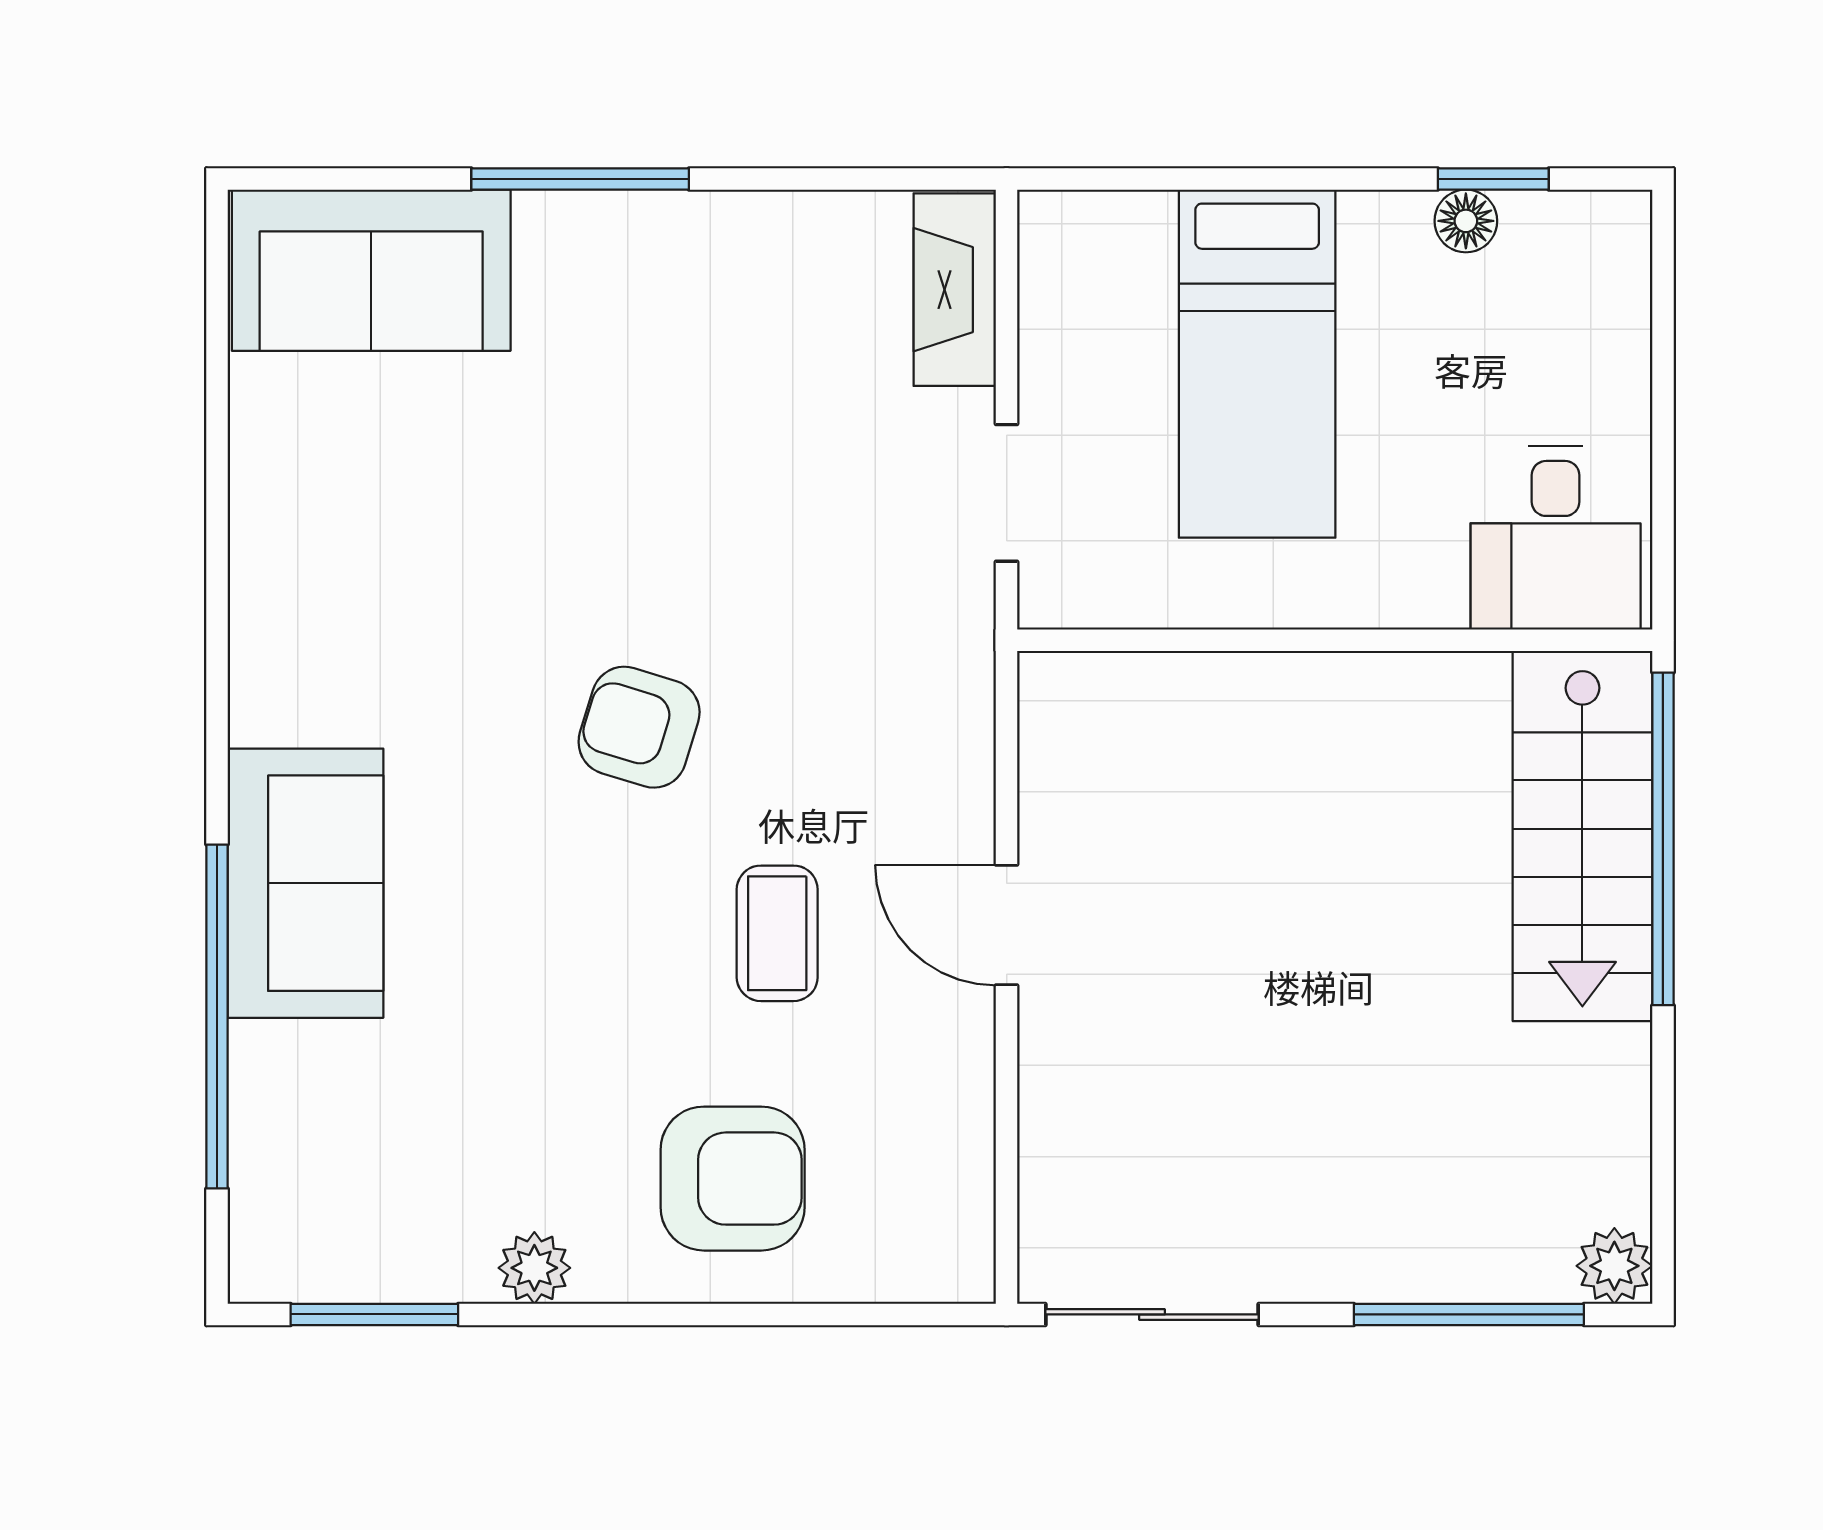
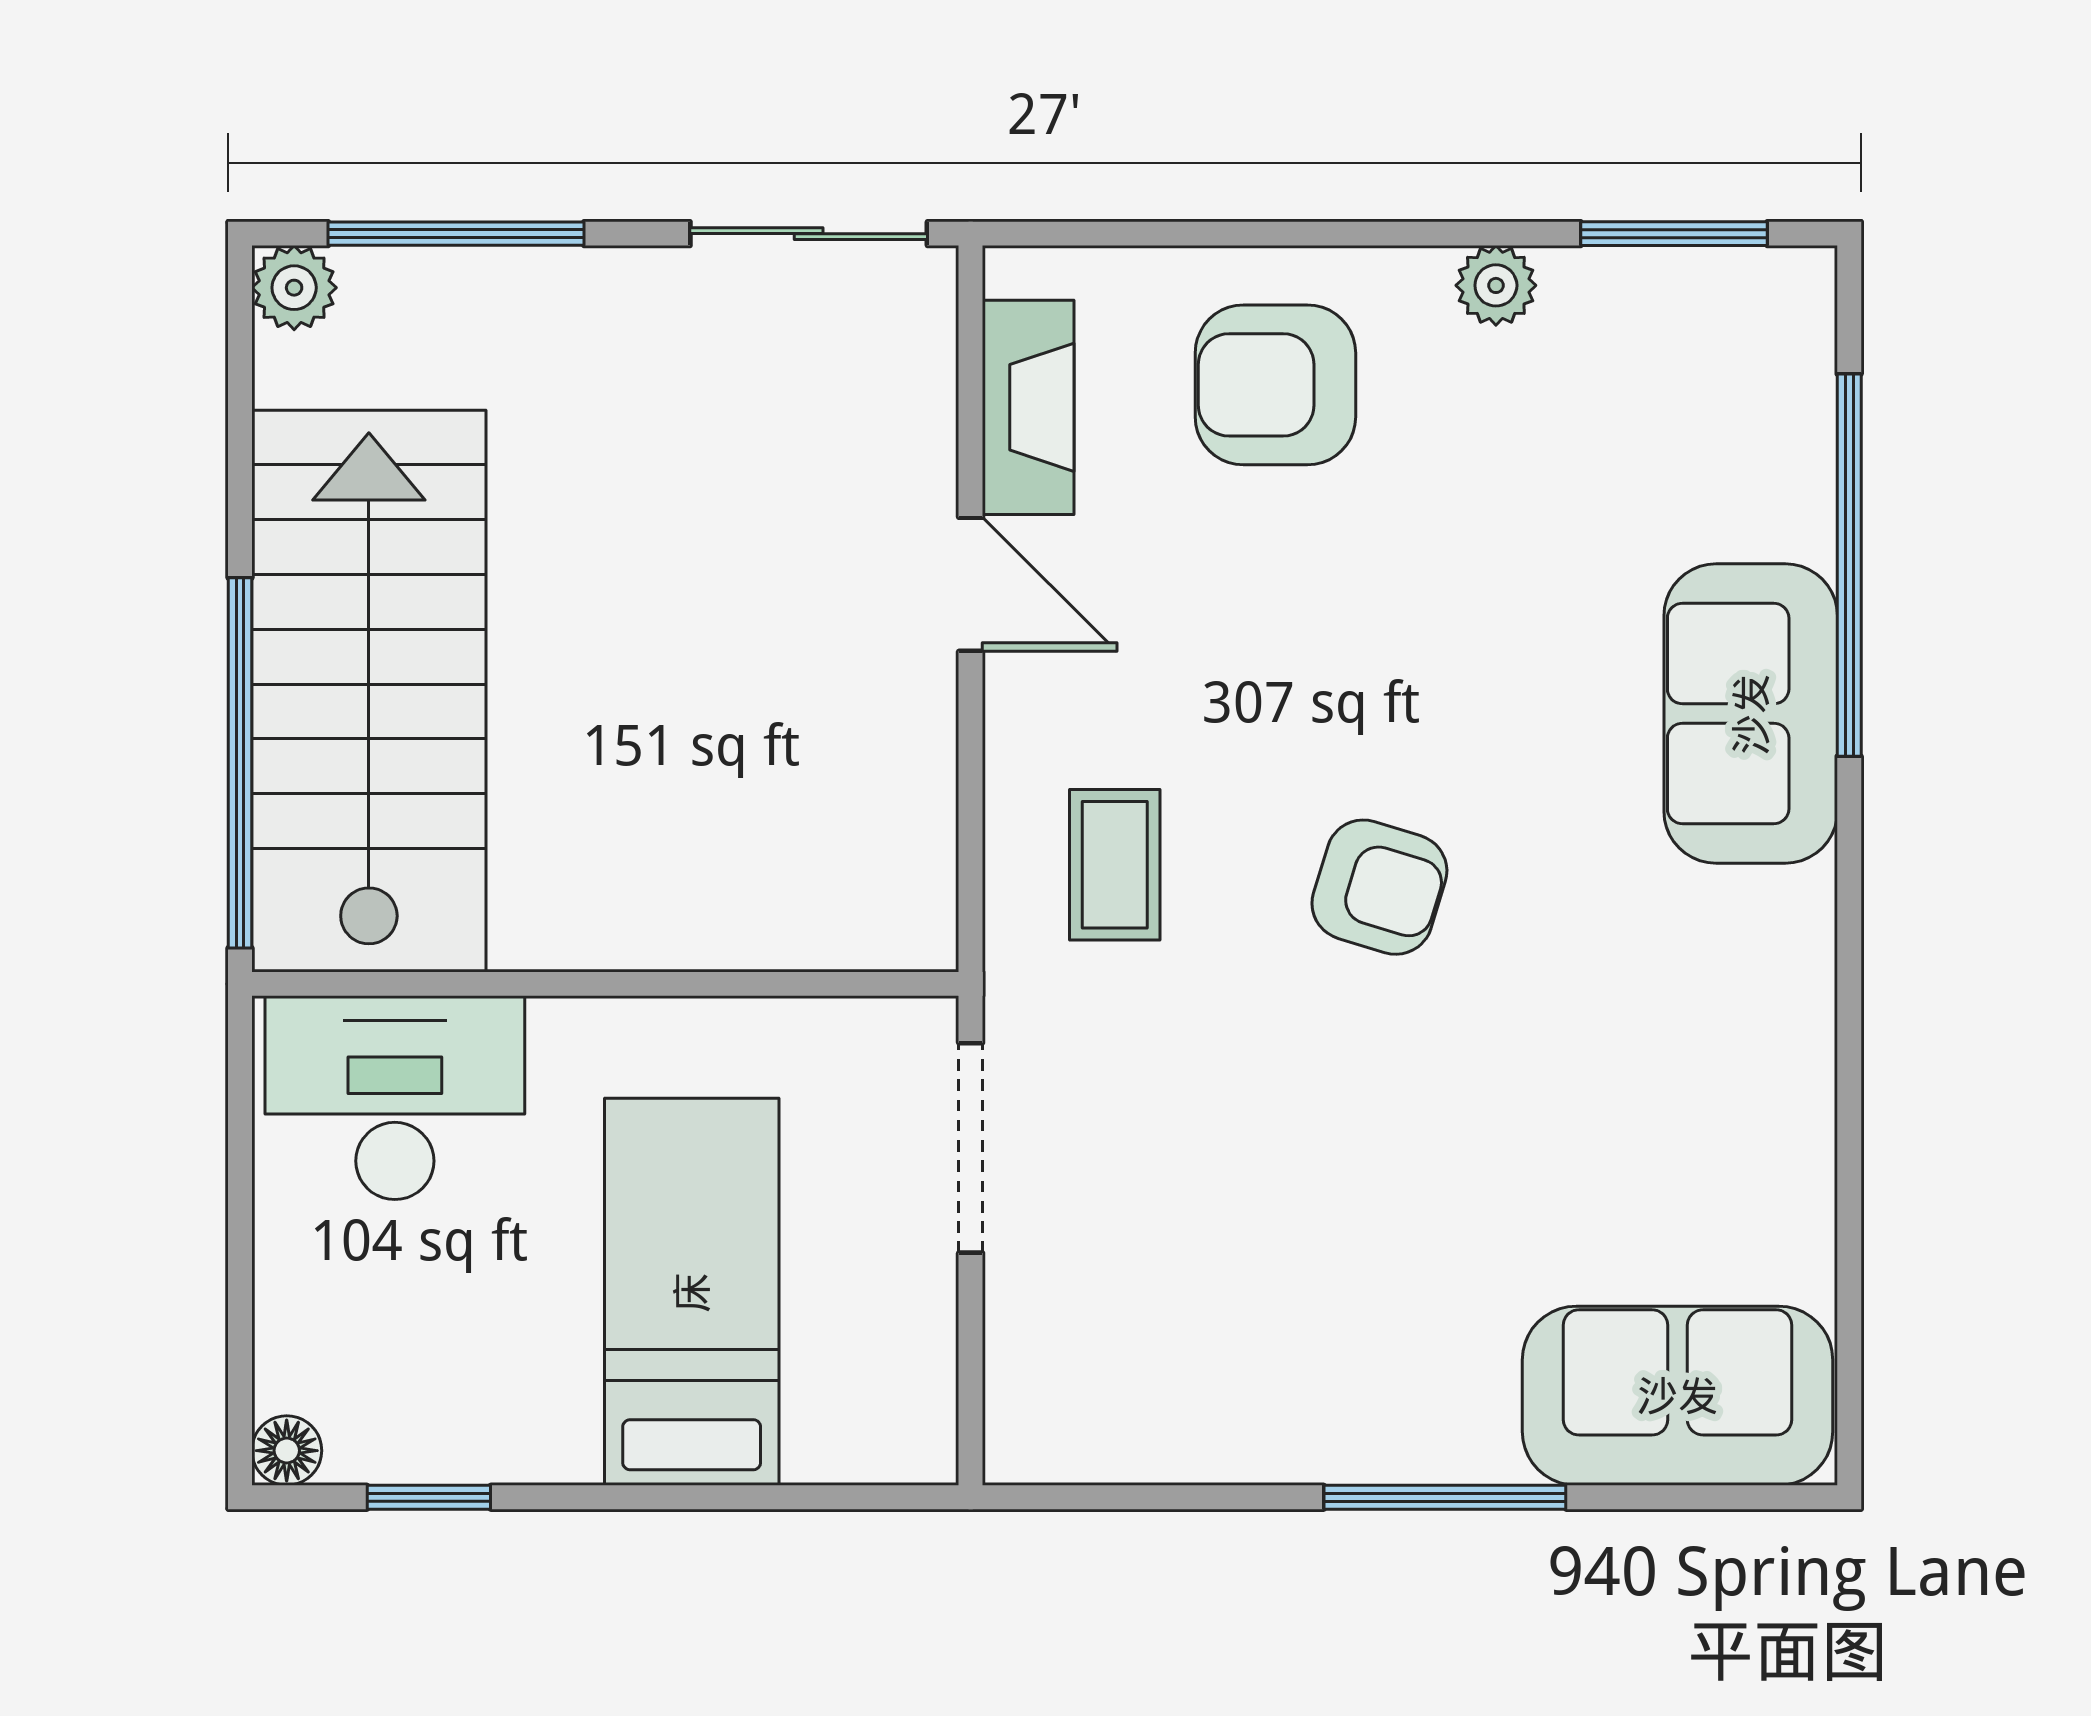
floor lamp: (1466, 221) -> (287, 1451), moved
fireplace: (955, 290) -> (1028, 407), moved
doorway: (1007, 493) -> (971, 1148), width x1.38
desk: (1556, 538) -> (395, 1098), width x1.37
stairs: (1582, 836) -> (369, 691), width x1.36, depth x1.51
door: (1007, 925) -> (971, 584), moved
coffee table: (777, 933) -> (1115, 865), moved

